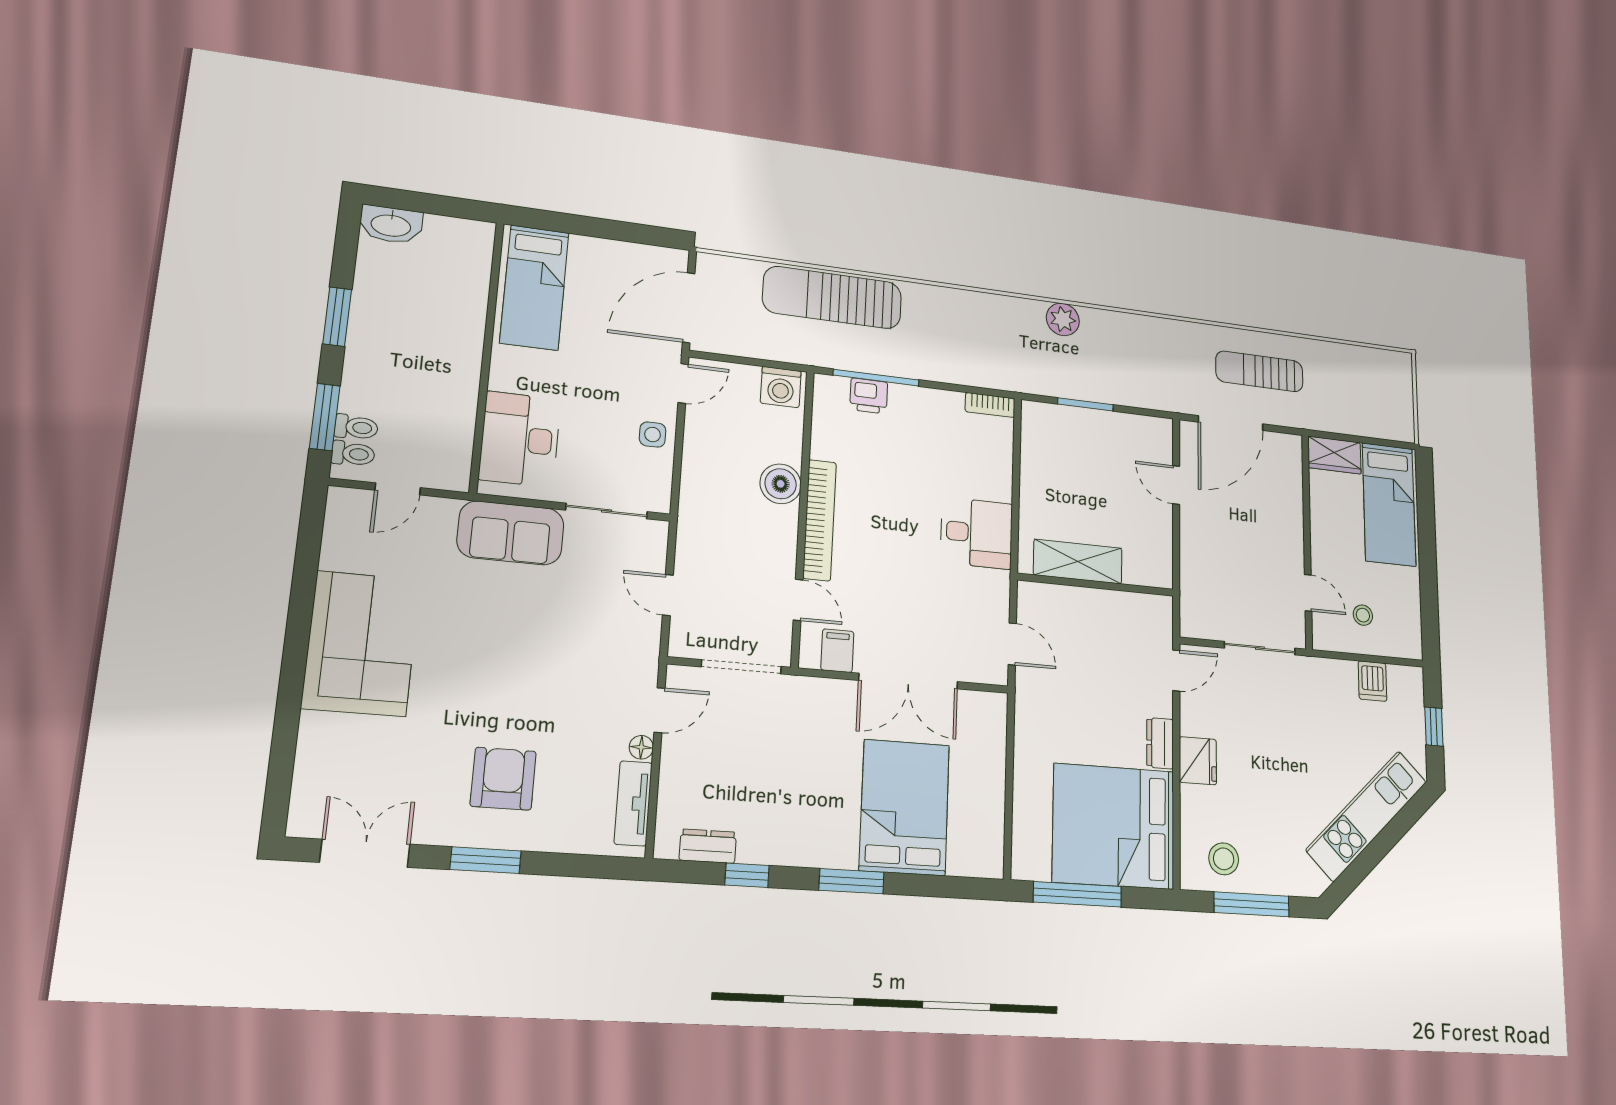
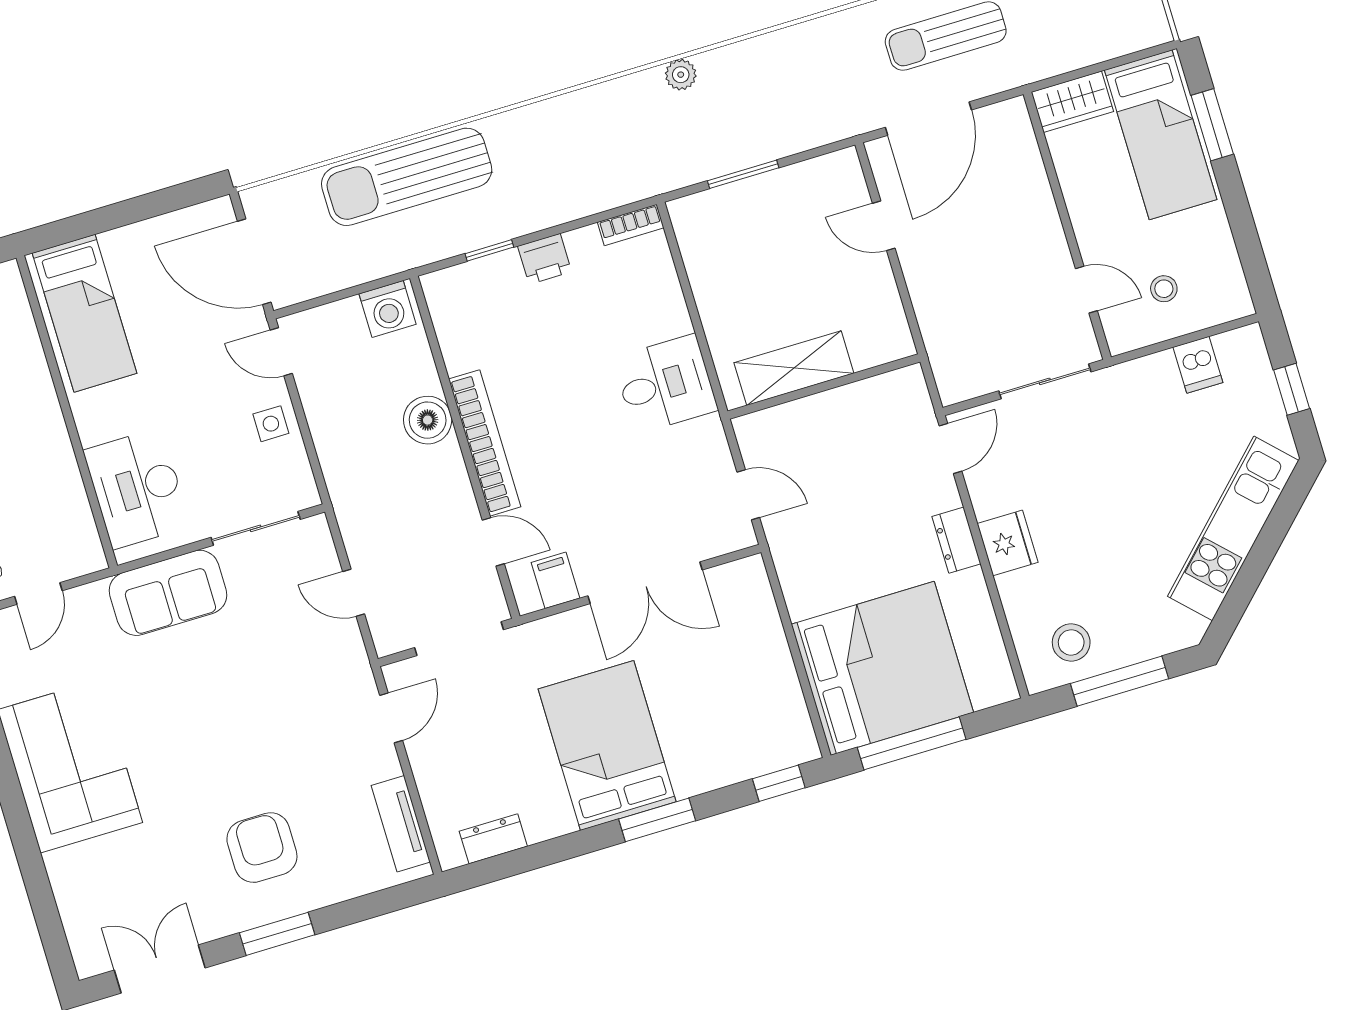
door: (689, 308) -> (254, 262), hinge flipped
plant: (1063, 319) -> (681, 75), width x0.73, depth x0.73
window: (876, 378) -> (489, 250), width x0.46
door: (683, 383) -> (281, 352), swing flipped
printer: (869, 396) -> (545, 259), moved
window: (1426, 513) -> (1212, 125), added
floor lamp: (641, 747) -> (387, 764), removed
bed: (905, 807) -> (607, 745), moved
bed: (1114, 826) -> (882, 668), moved, turned 180
window: (747, 875) -> (779, 783), moved

